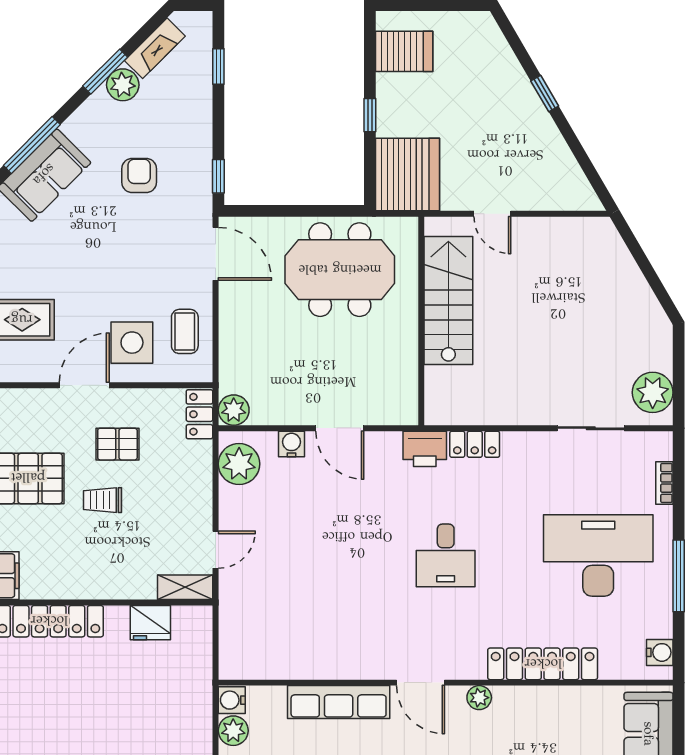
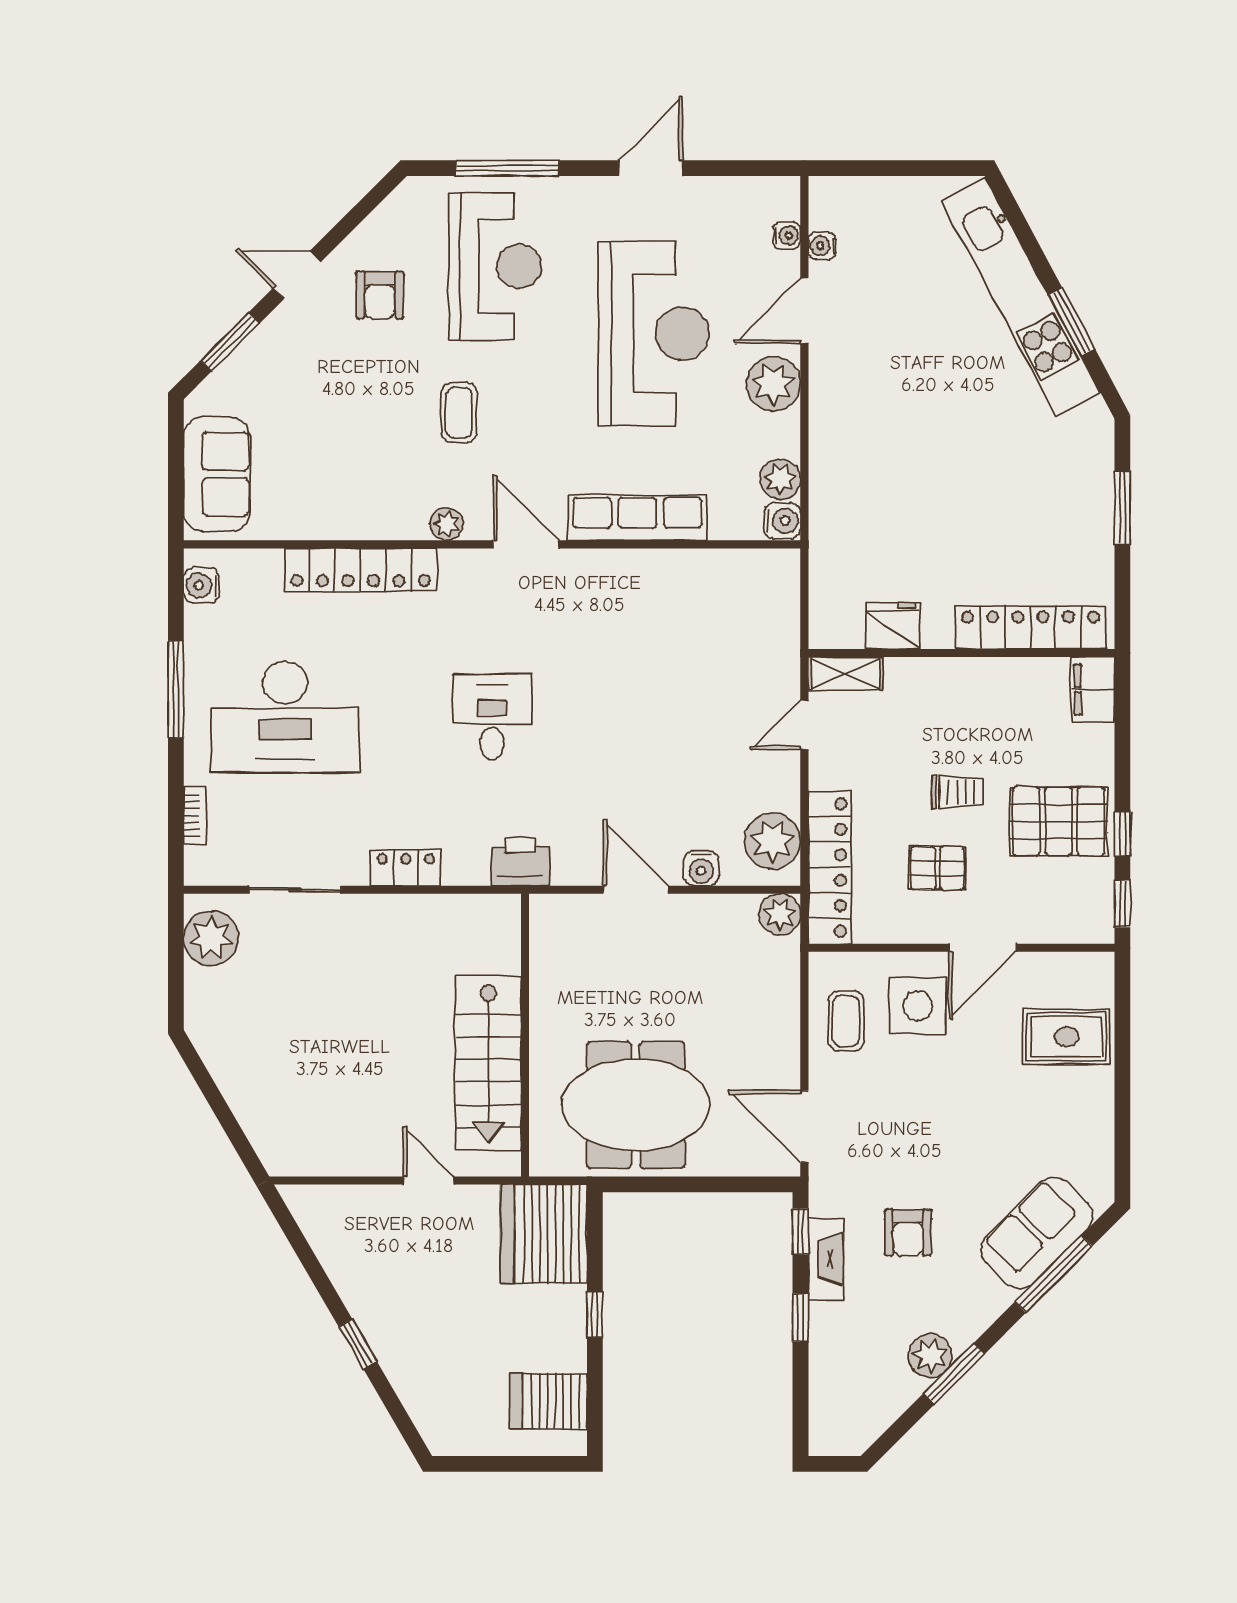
fireplace: (155, 48) -> (826, 1259), moved, turned 135
window: (218, 67) -> (800, 1318), moved
locker: (199, 414) -> (830, 868), width x2.16, depth x1.21
locker: (475, 444) -> (406, 868), moved

